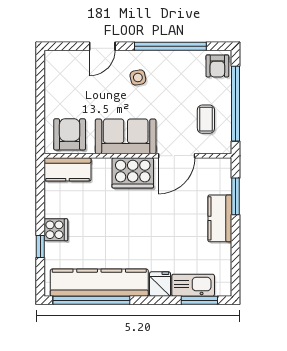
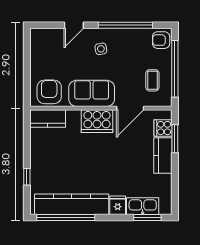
armchair: (217, 66) -> (161, 40), turned 90
cooker: (56, 230) -> (163, 128), moved, turned 180

